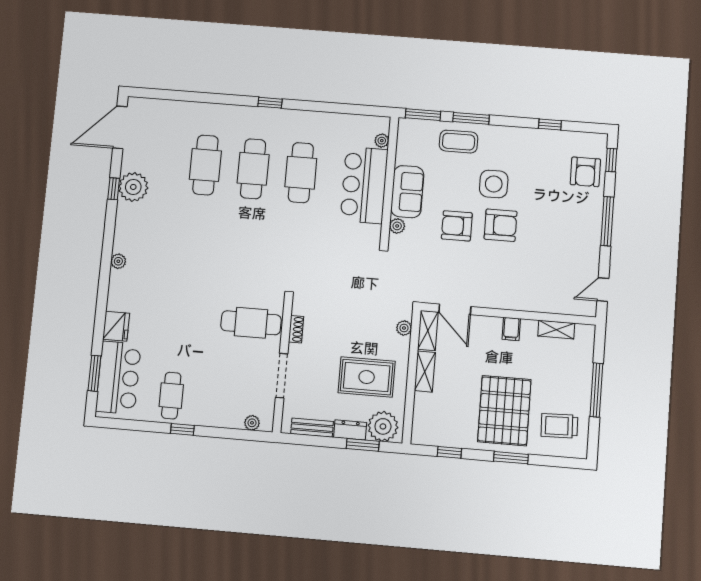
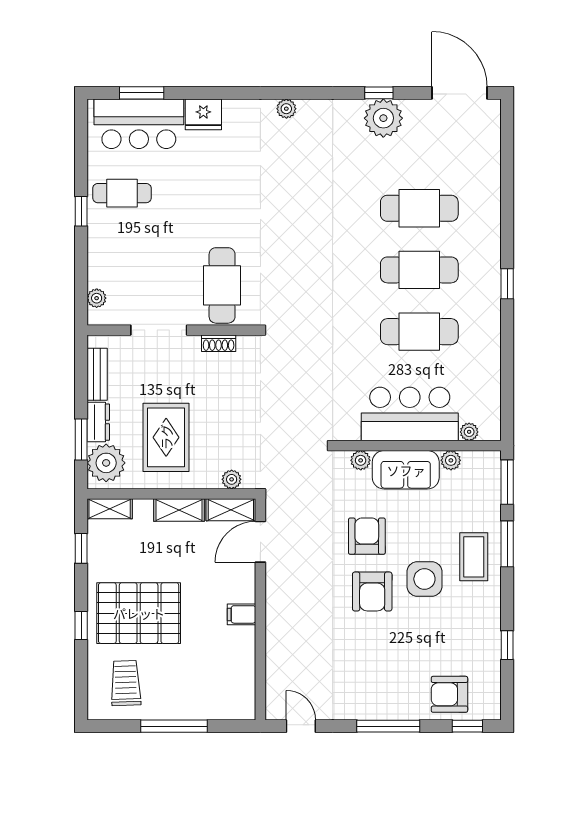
coffee table: (459, 142) -> (474, 557), moved
plant: (403, 156) -> (451, 460), added
shelving: (556, 330) -> (110, 509), moved, turned 90
window: (511, 458) -> (81, 626), width x0.67

